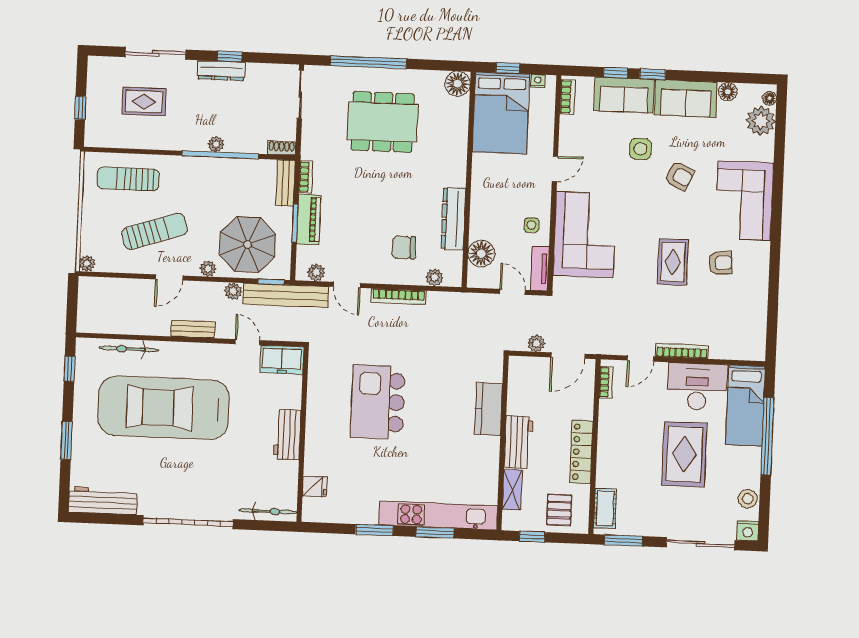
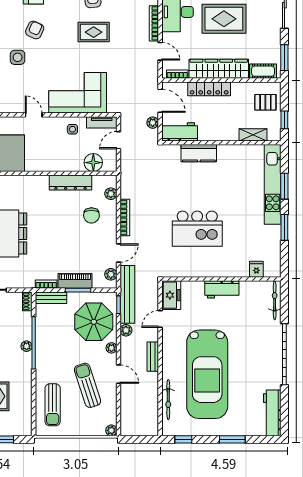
workbench: (519, 442) -> (180, 132), moved
wardrobe: (611, 443) -> (219, 69), added
locker: (581, 452) -> (209, 89), moved

